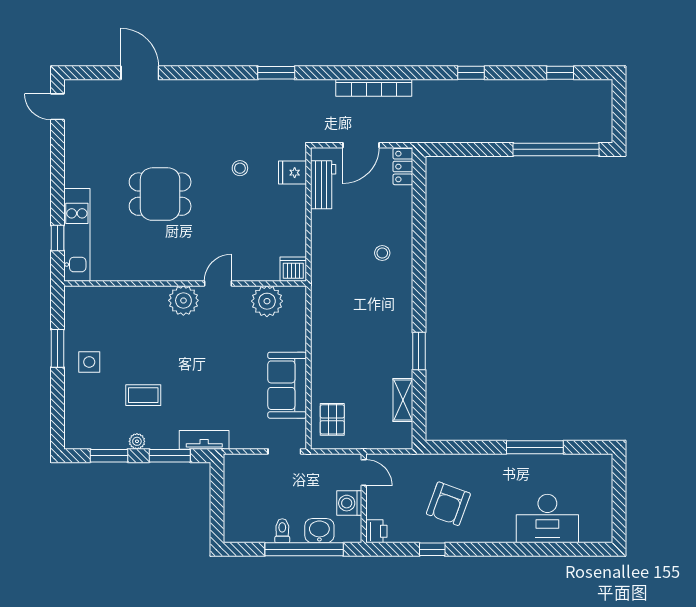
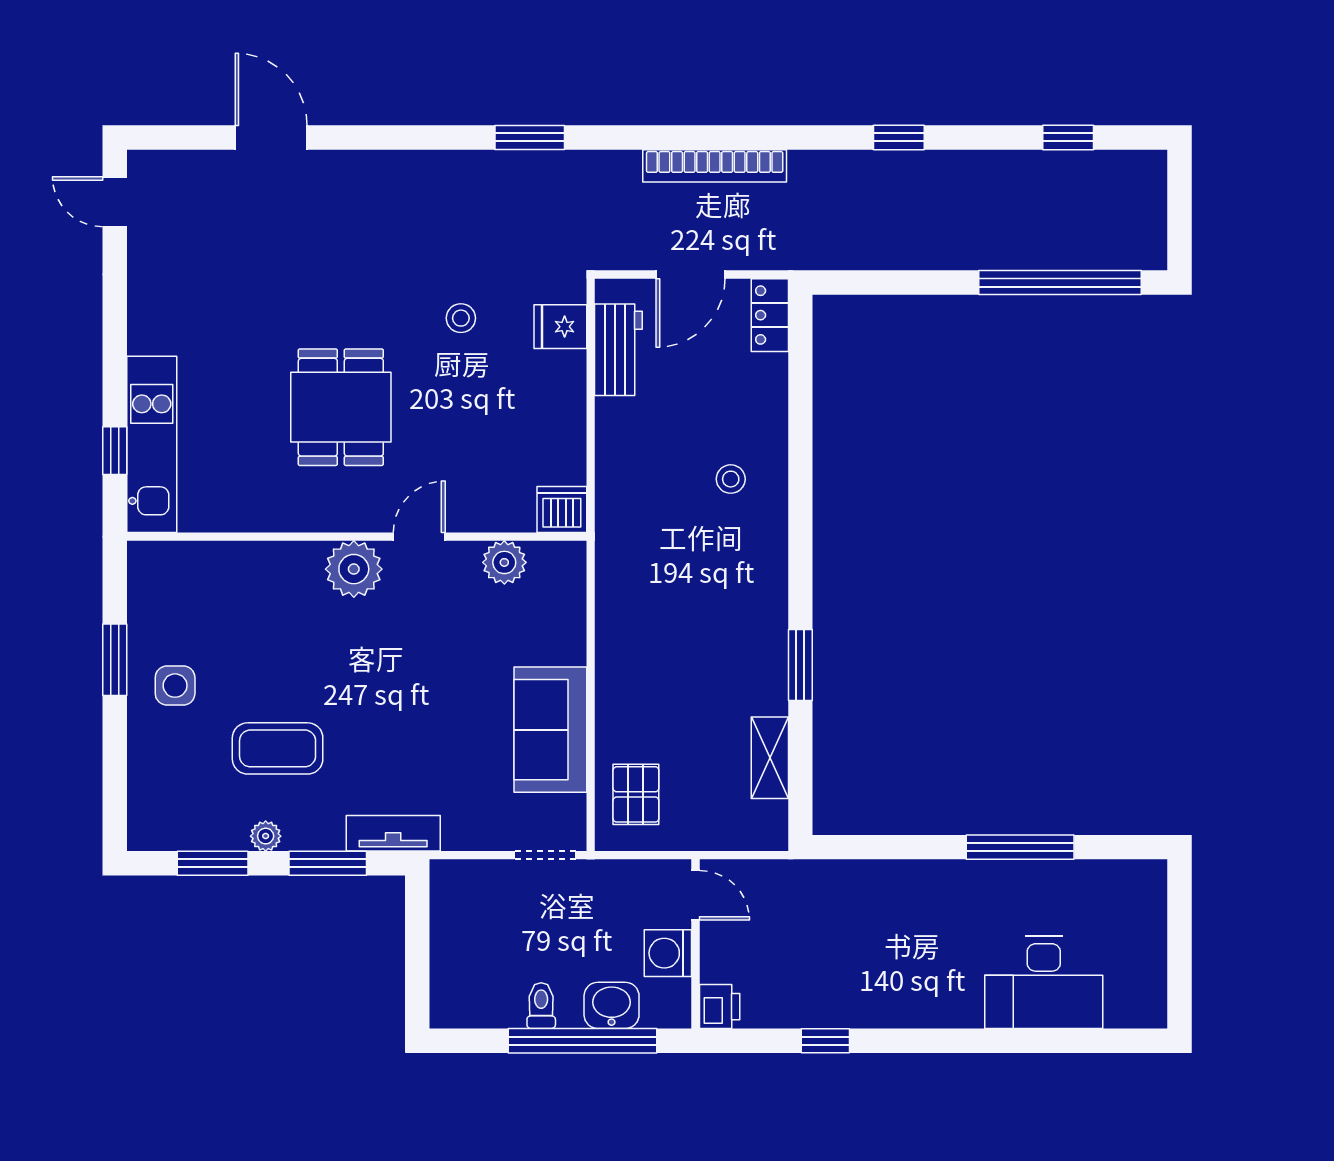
dining table: (160, 194) -> (341, 407), moved, turned 90
plant: (267, 301) -> (504, 562), width x0.73, depth x0.73
coffee table: (143, 395) -> (278, 748), width x1.36, depth x1.30
armchair: (448, 504) -> (856, 954), removed

